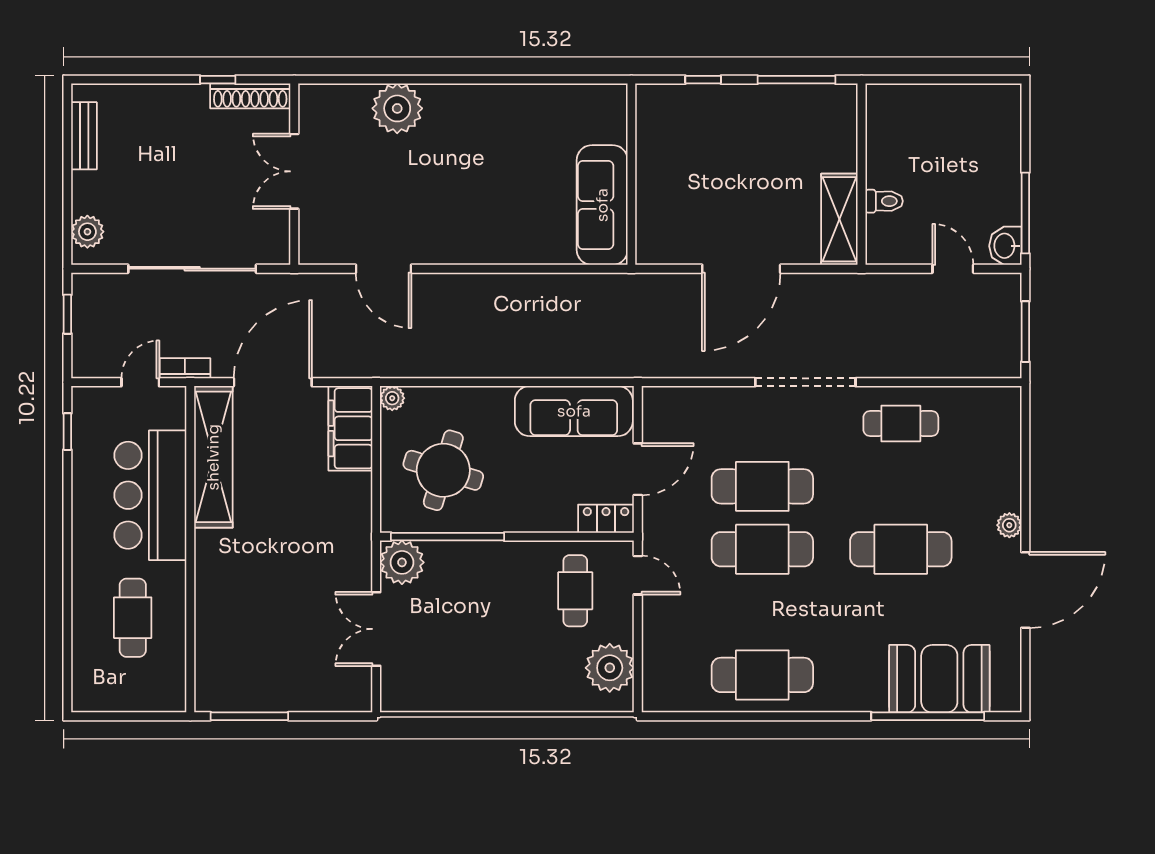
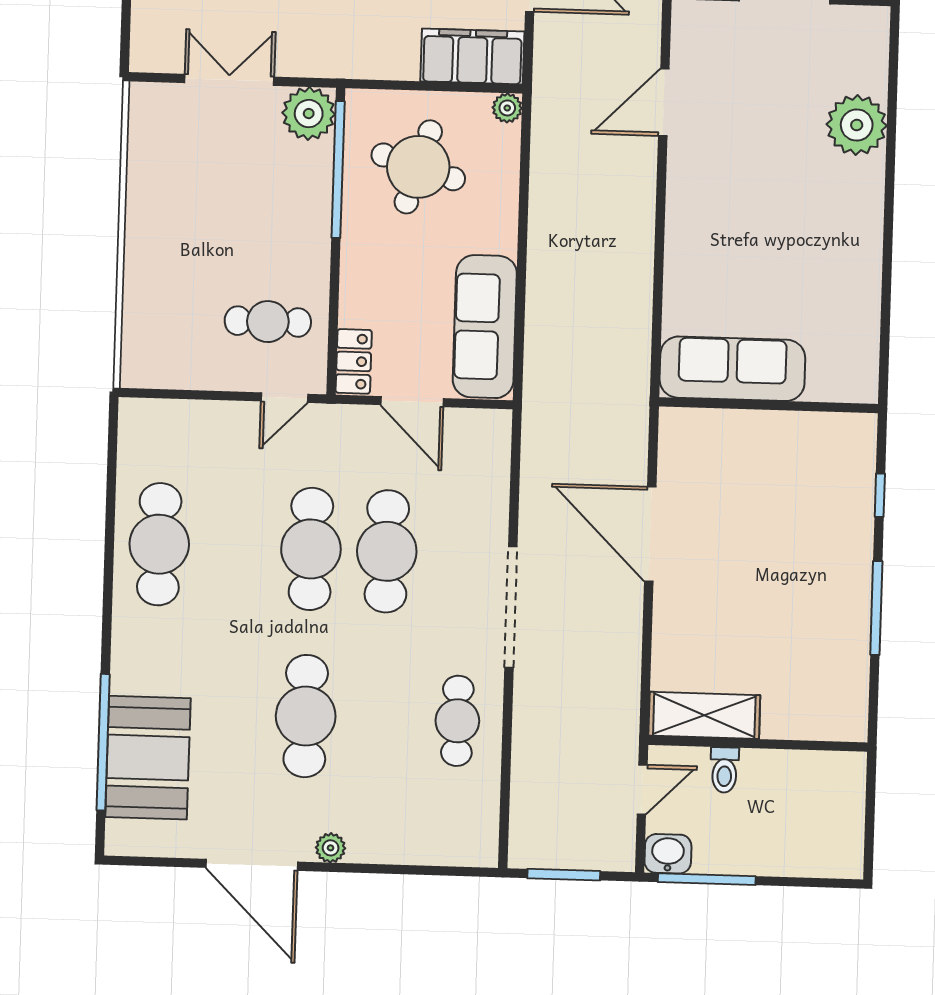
wall: (862, 174) -> (758, 744), moved
toilet: (884, 201) -> (724, 770), moved
shelving: (839, 219) -> (704, 715), moved
plant: (610, 668) -> (174, 360), removed

